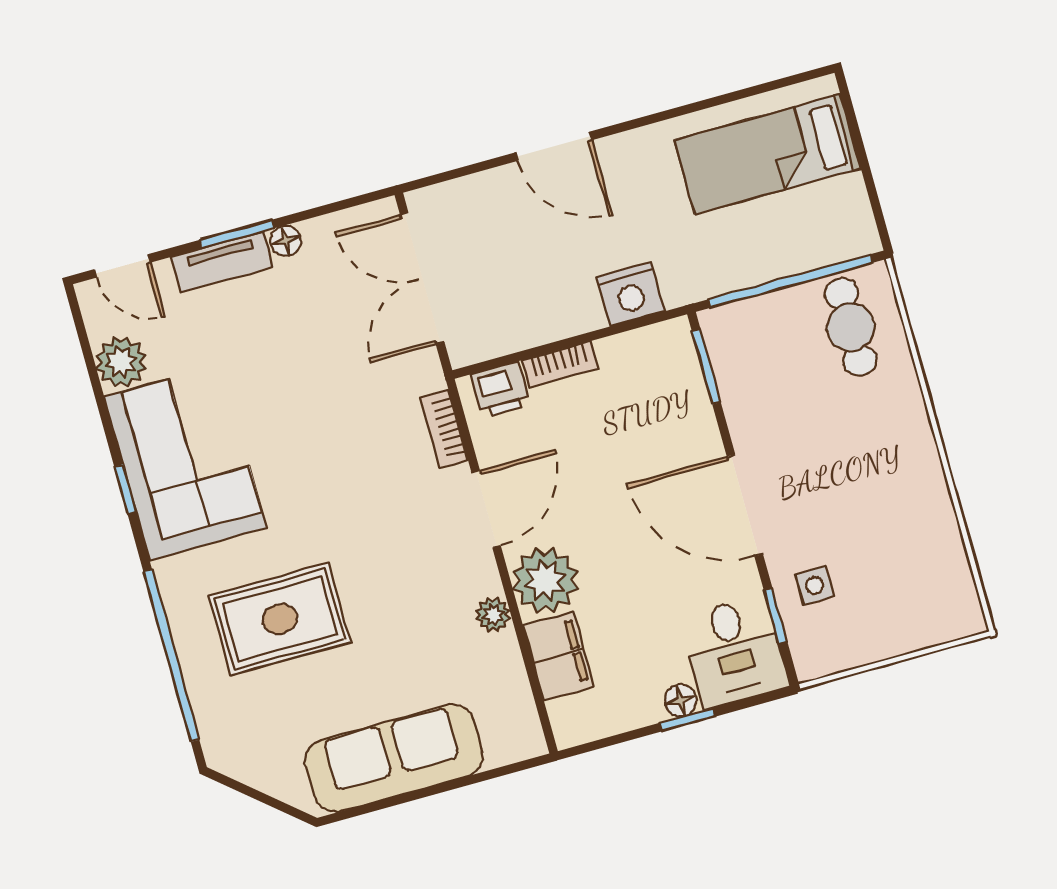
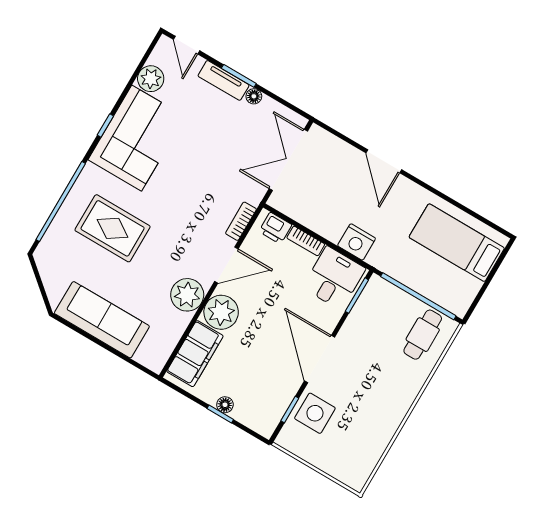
side table: (815, 585) -> (315, 413), width x1.87, depth x1.87
plant: (493, 615) -> (187, 295), width x1.87, depth x1.87
desk: (734, 652) -> (334, 278), moved, turned 180
filing cabinet: (558, 656) -> (195, 354), width x1.50, depth x1.17

